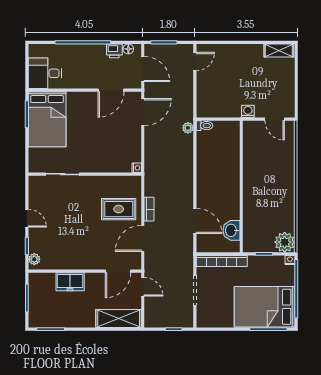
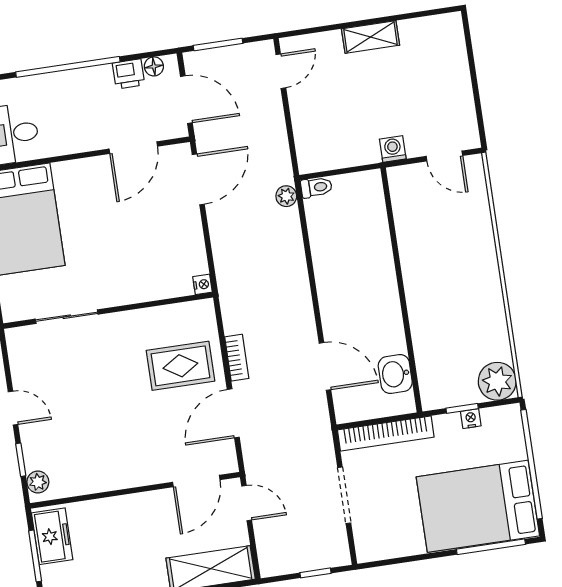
shelving: (279, 50) -> (371, 37), moved
nightstand: (290, 260) -> (471, 419), moved
freezer: (70, 282) -> (52, 536), moved, turned -90

